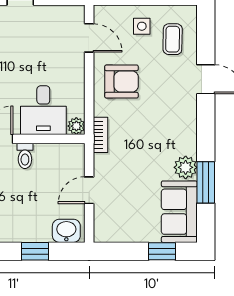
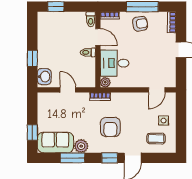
armchair: (121, 82) -> (110, 127), moved
window: (206, 119) -> (110, 158), added

